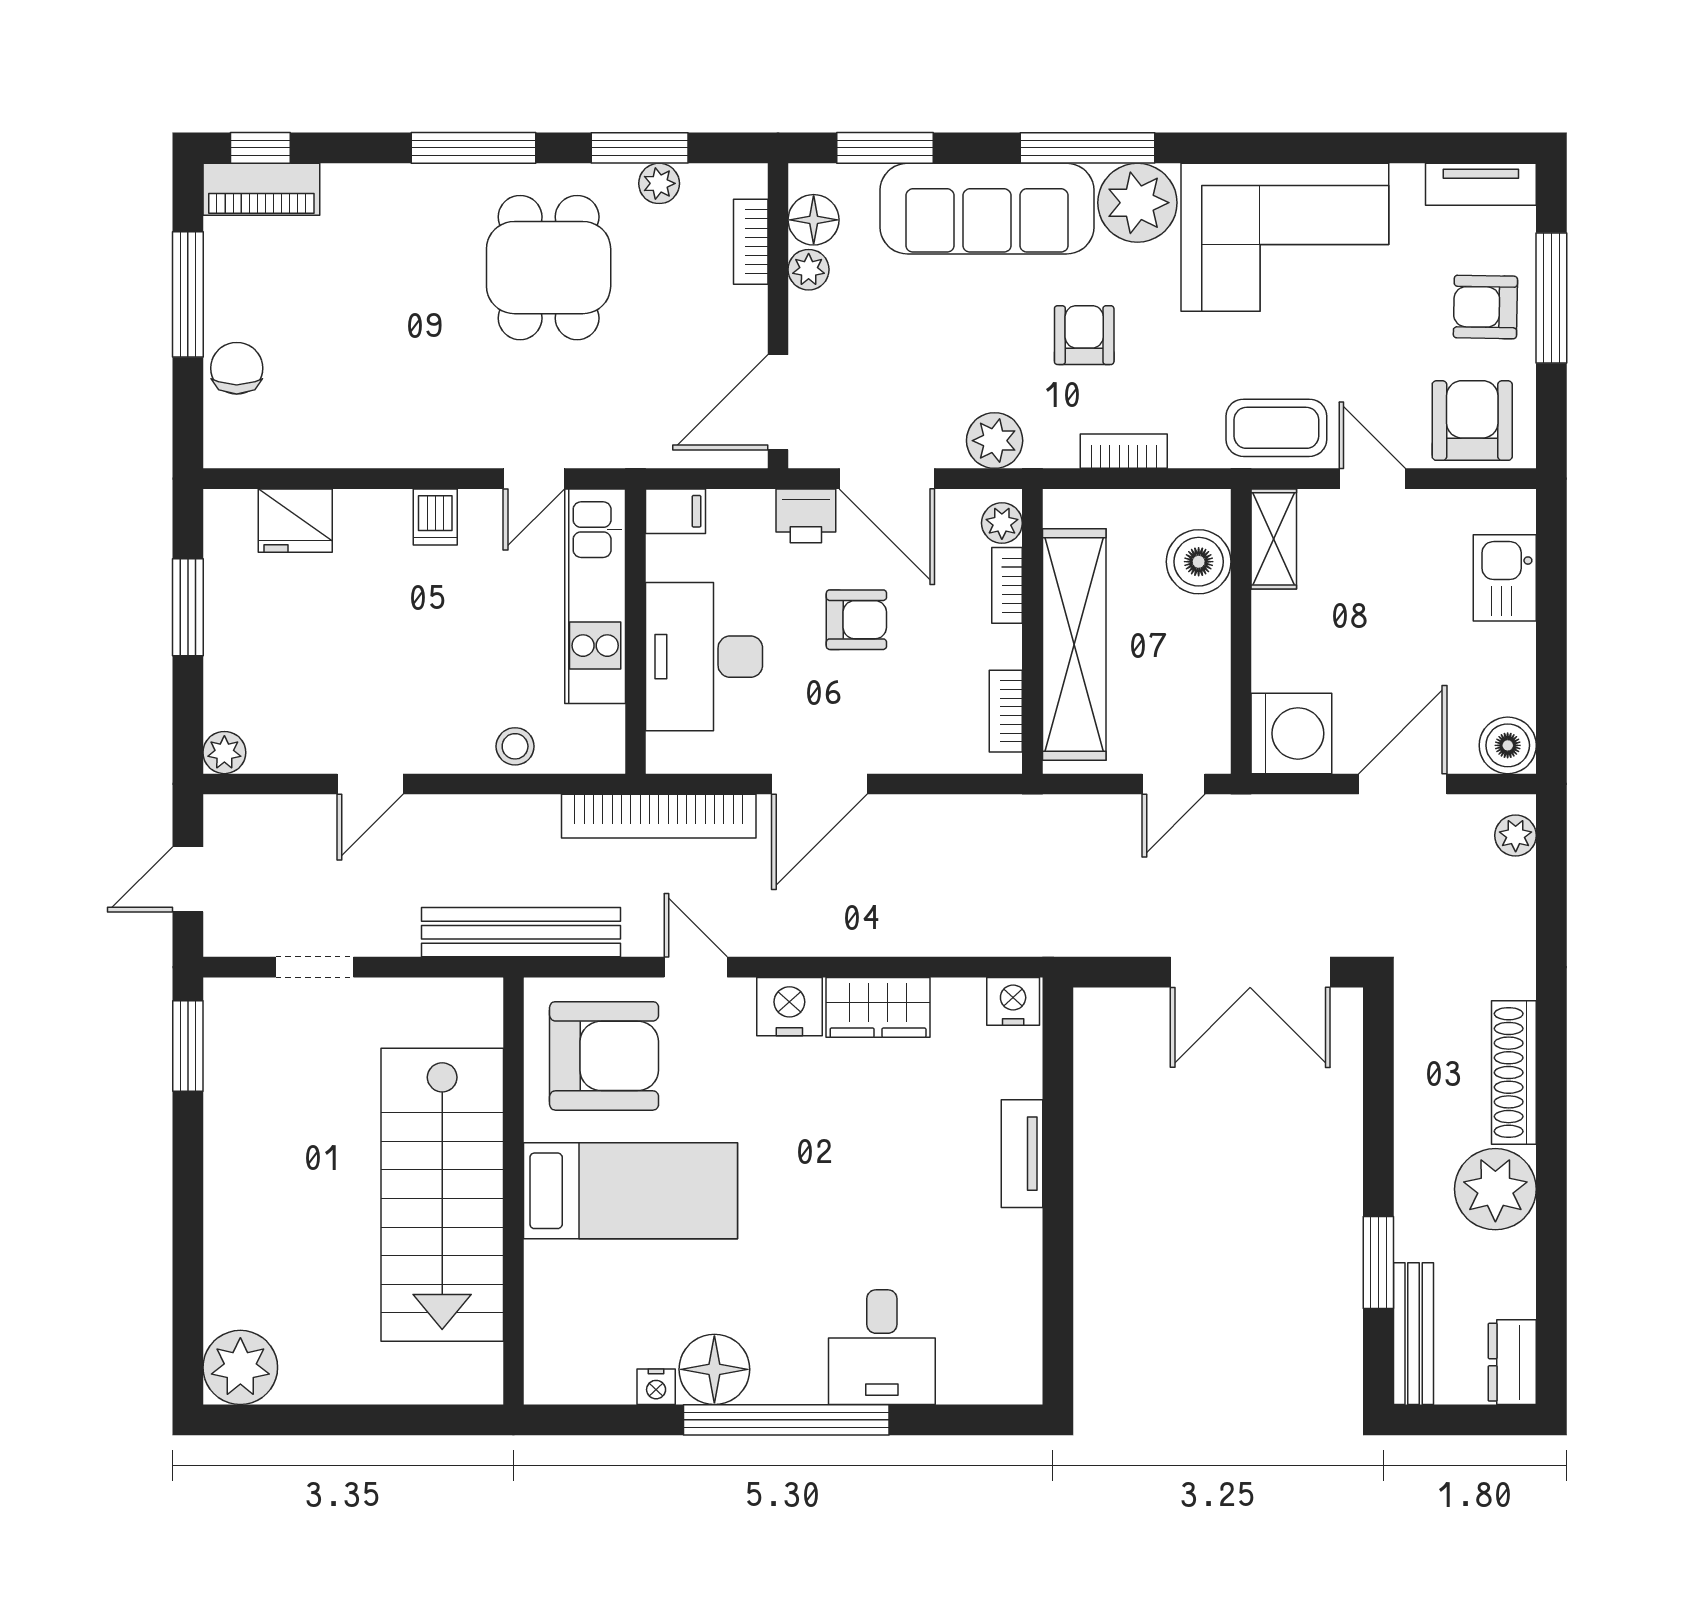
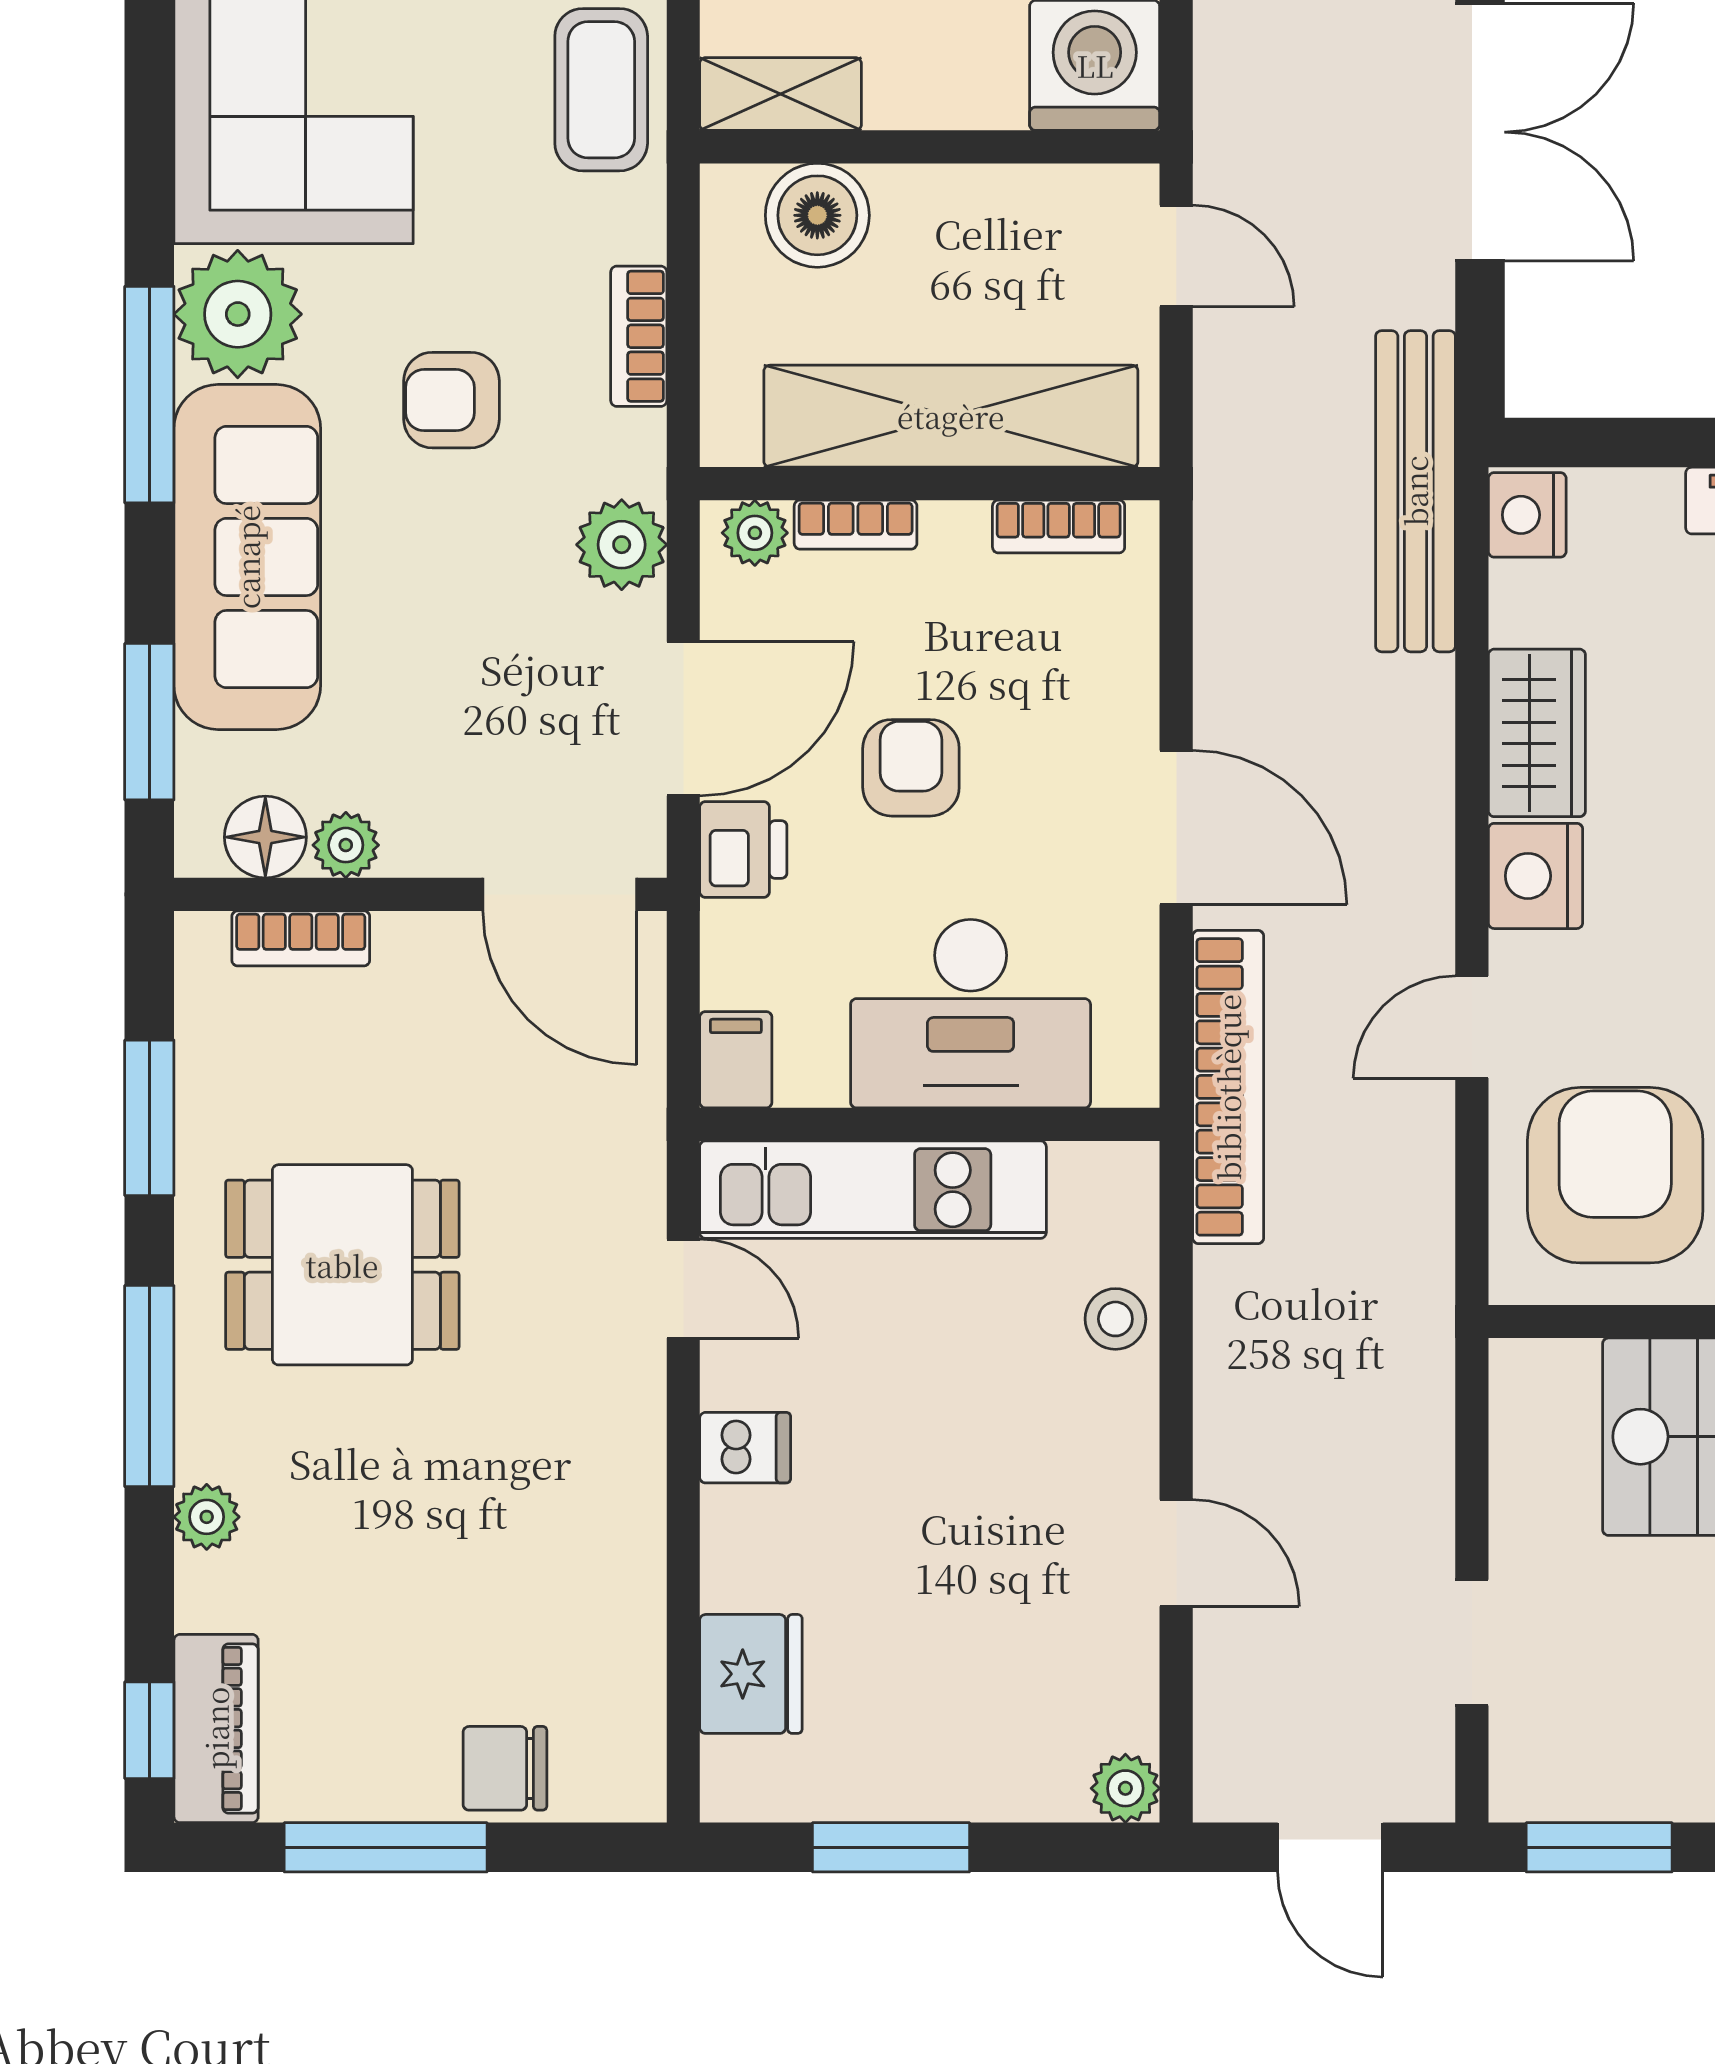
plant: (659, 183) -> (207, 1517), moved
bench: (521, 932) -> (1415, 491), moved

